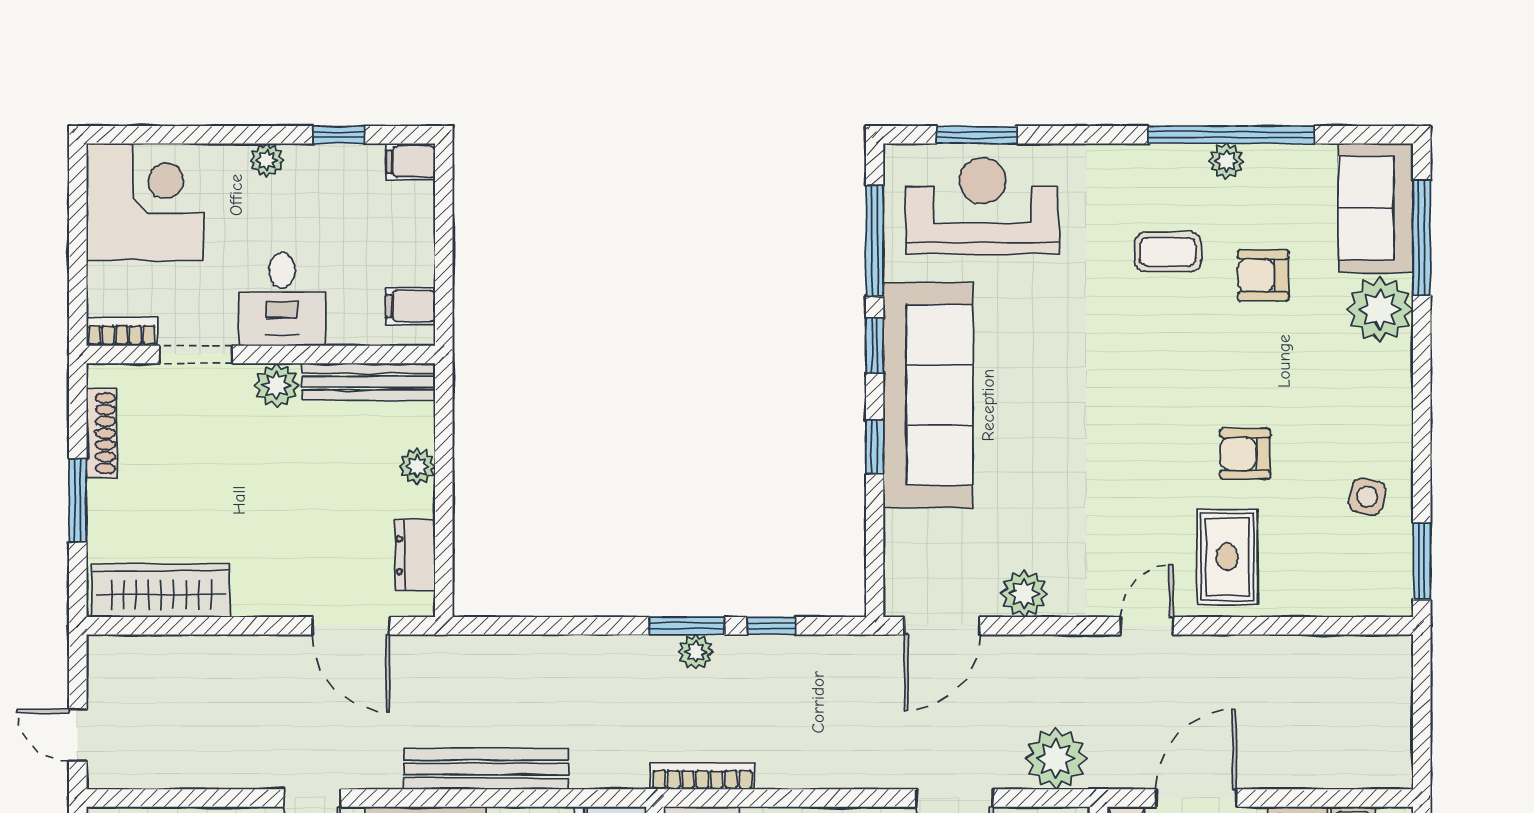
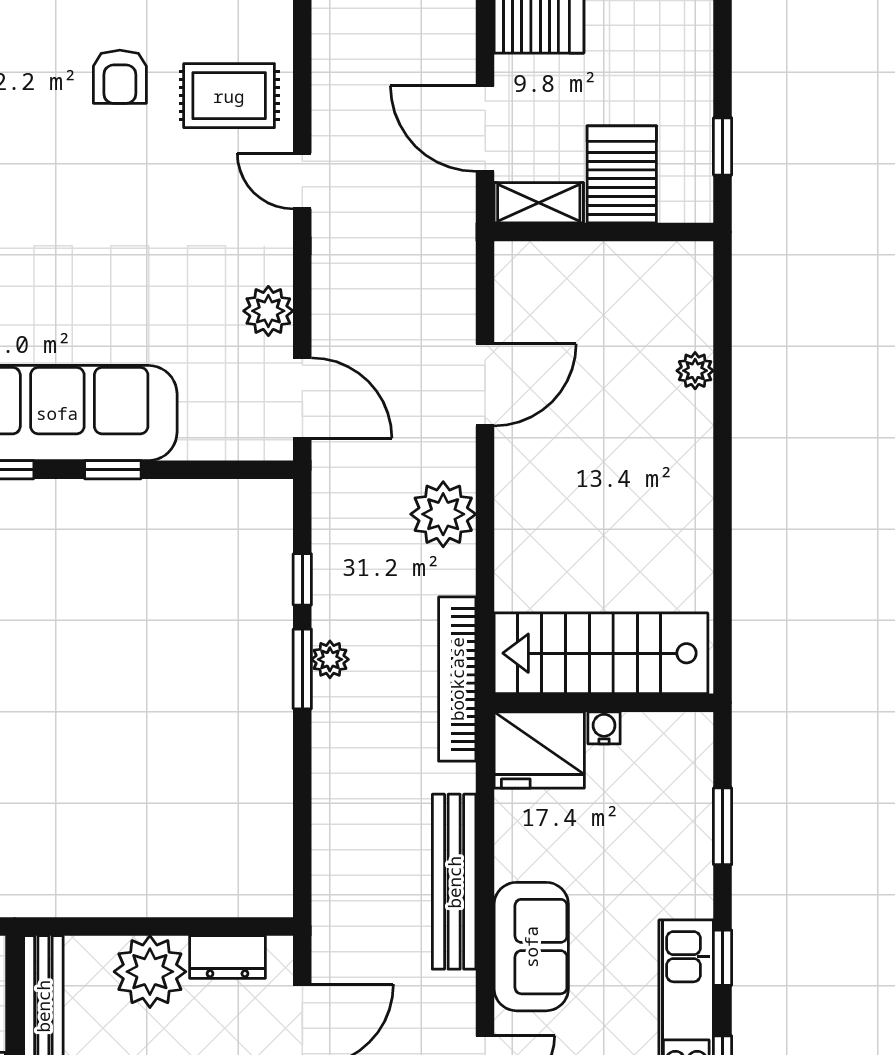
plant: (417, 466) -> (150, 972), width x1.87, depth x1.87
plant: (1056, 759) -> (443, 514), moved
bookcase: (702, 776) -> (457, 679), width x1.48, depth x1.31

